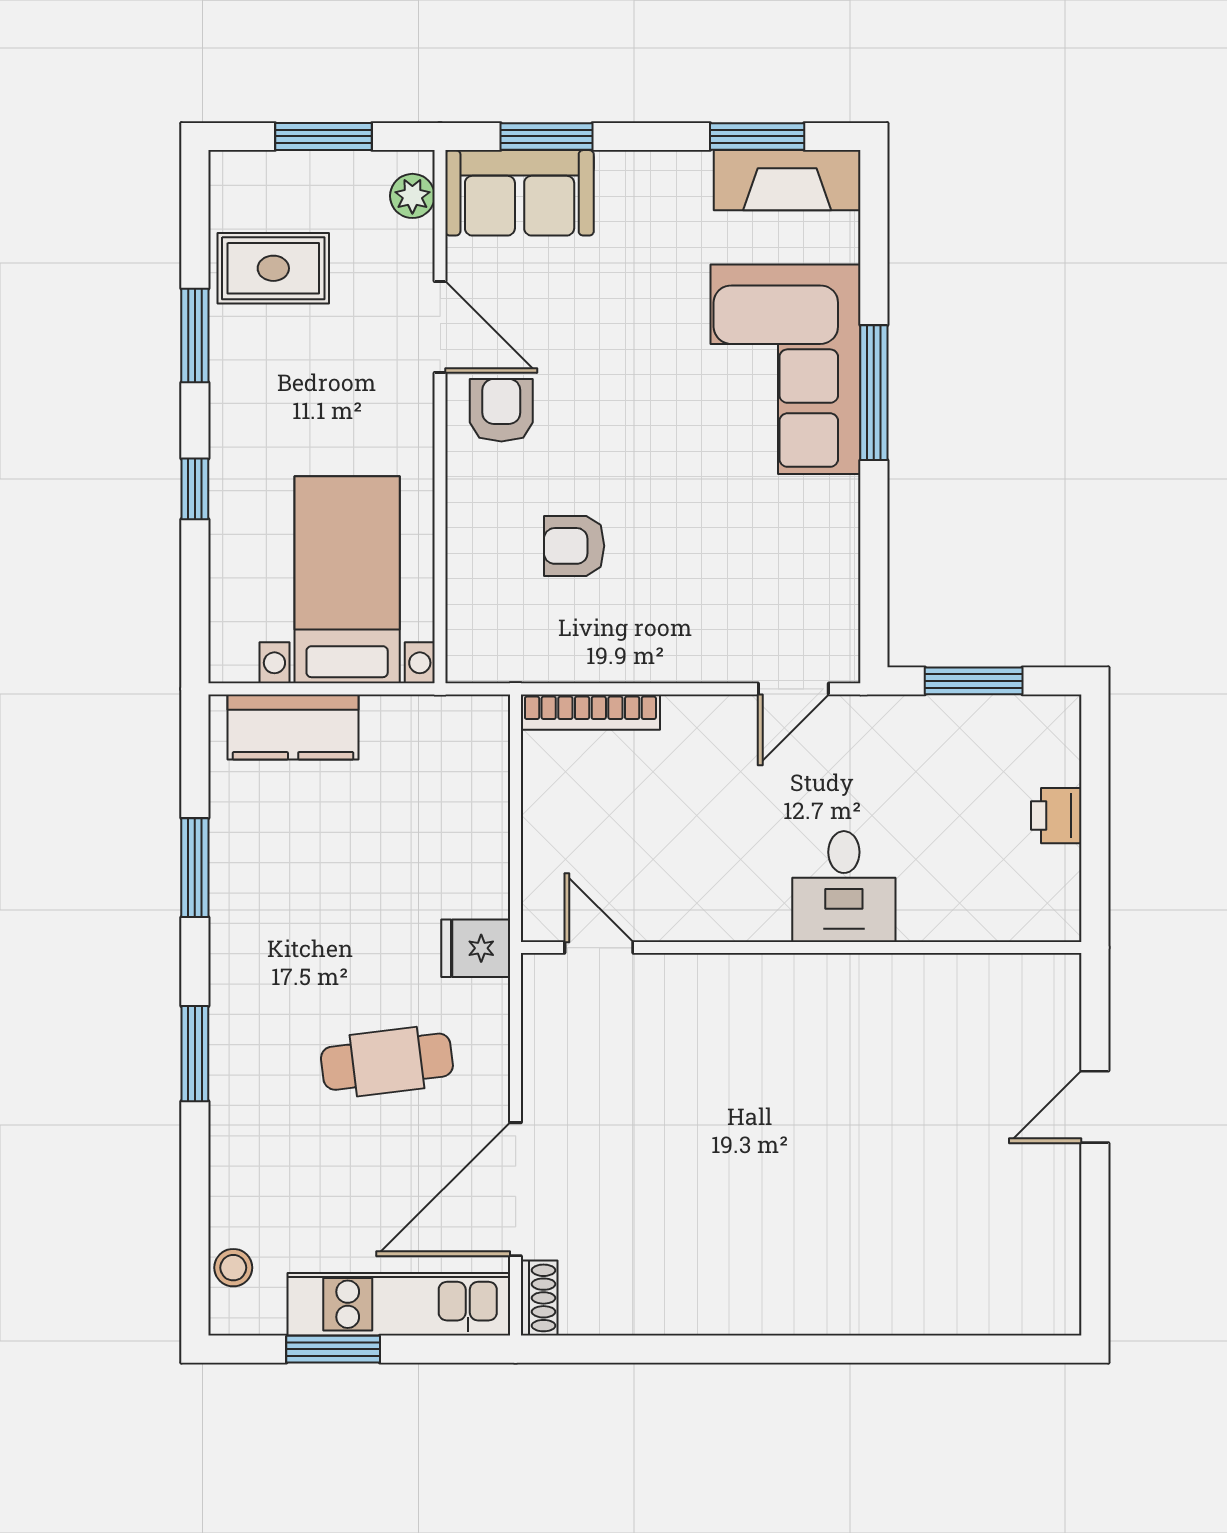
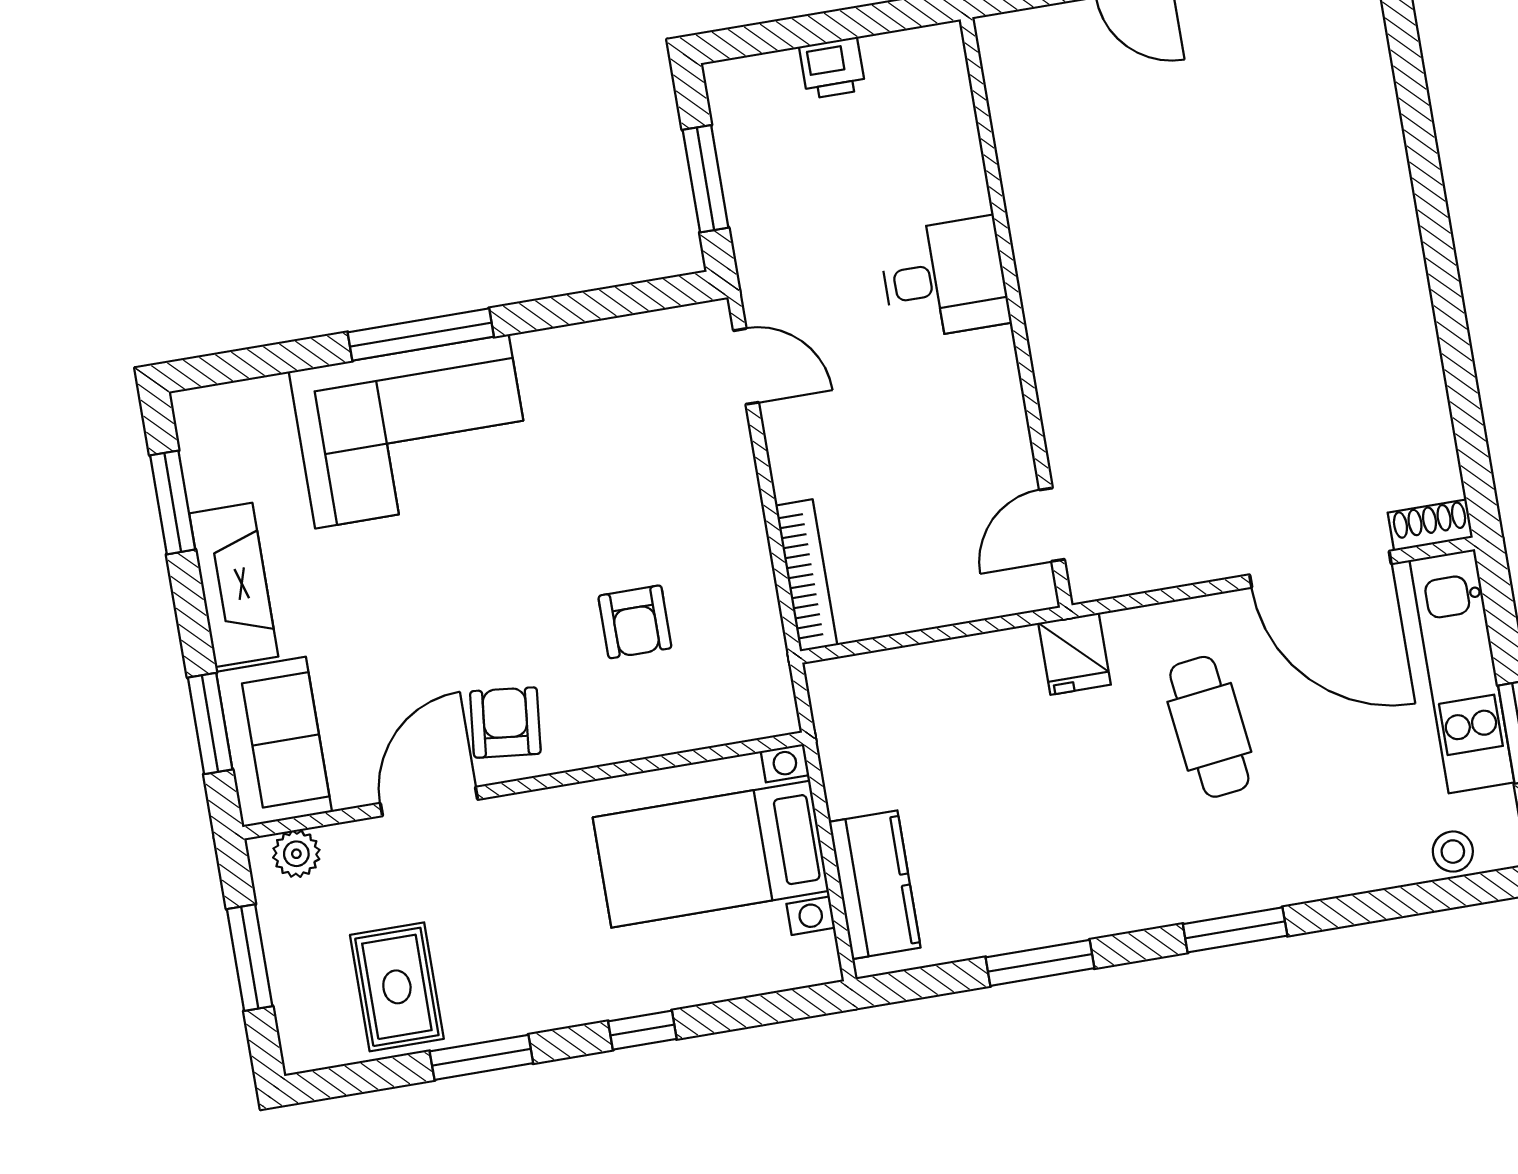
fireplace: (787, 180) -> (234, 585), moved
armchair: (501, 410) -> (505, 722), turned 96

